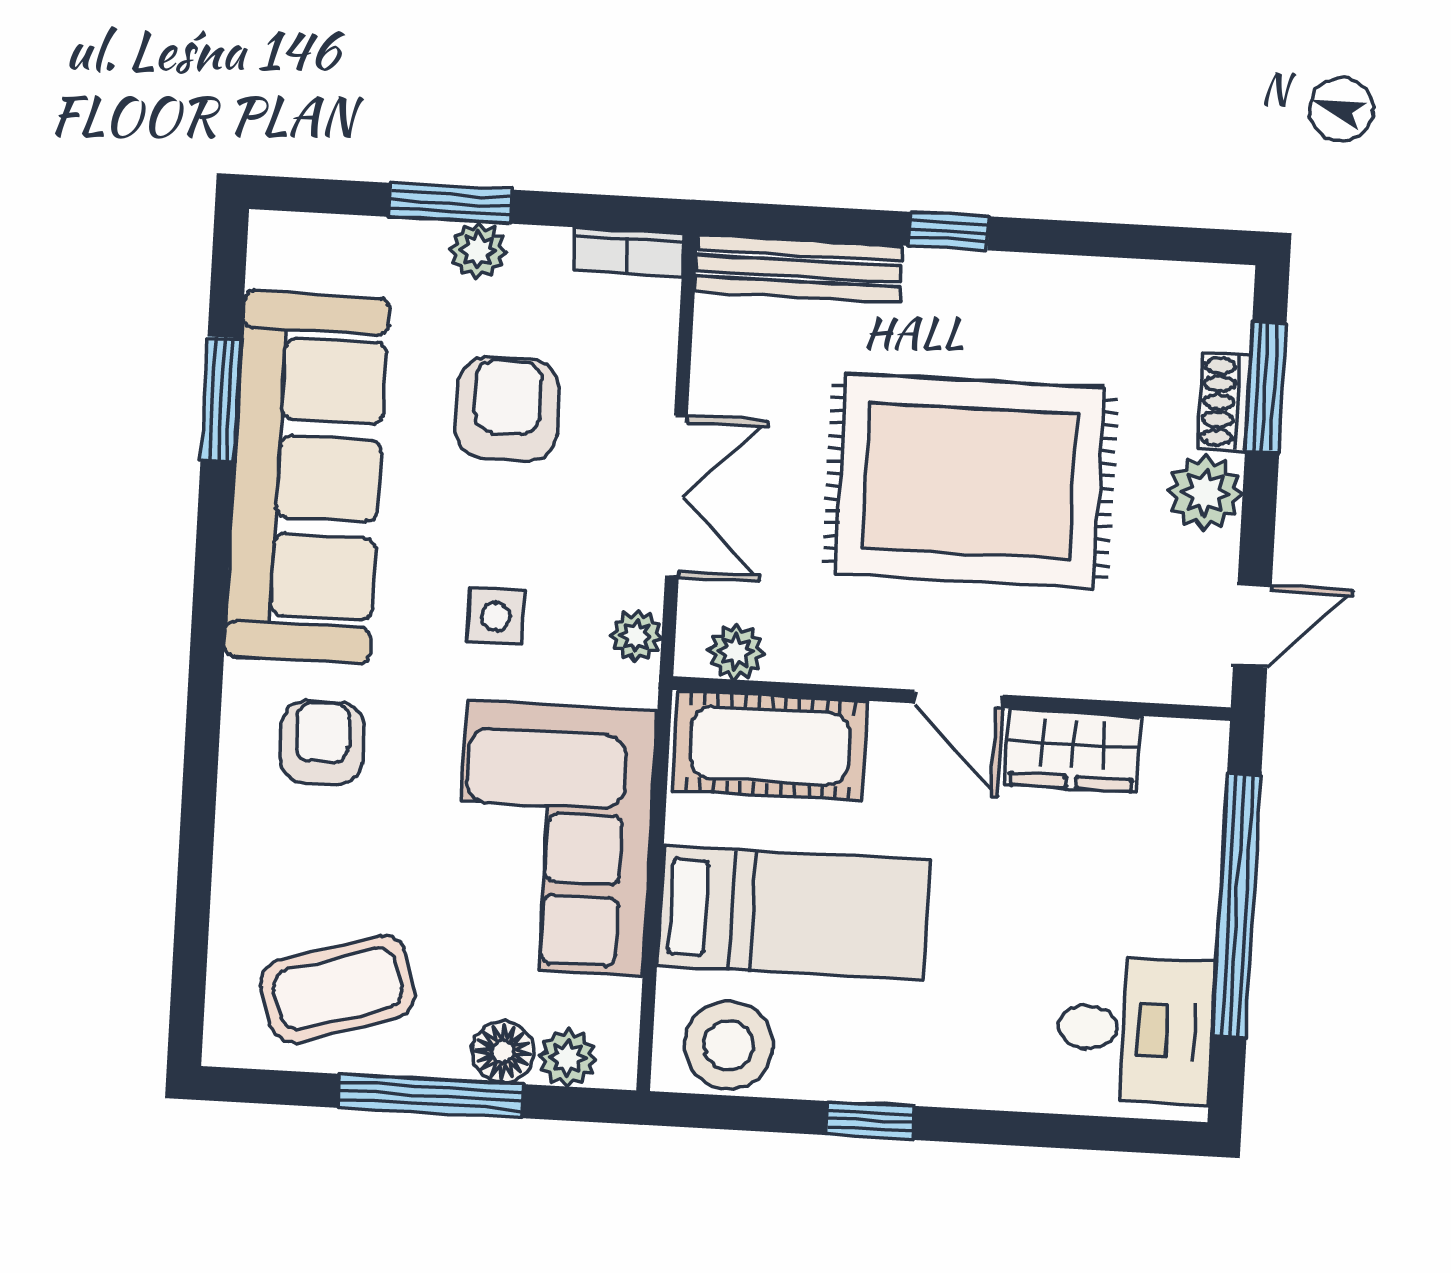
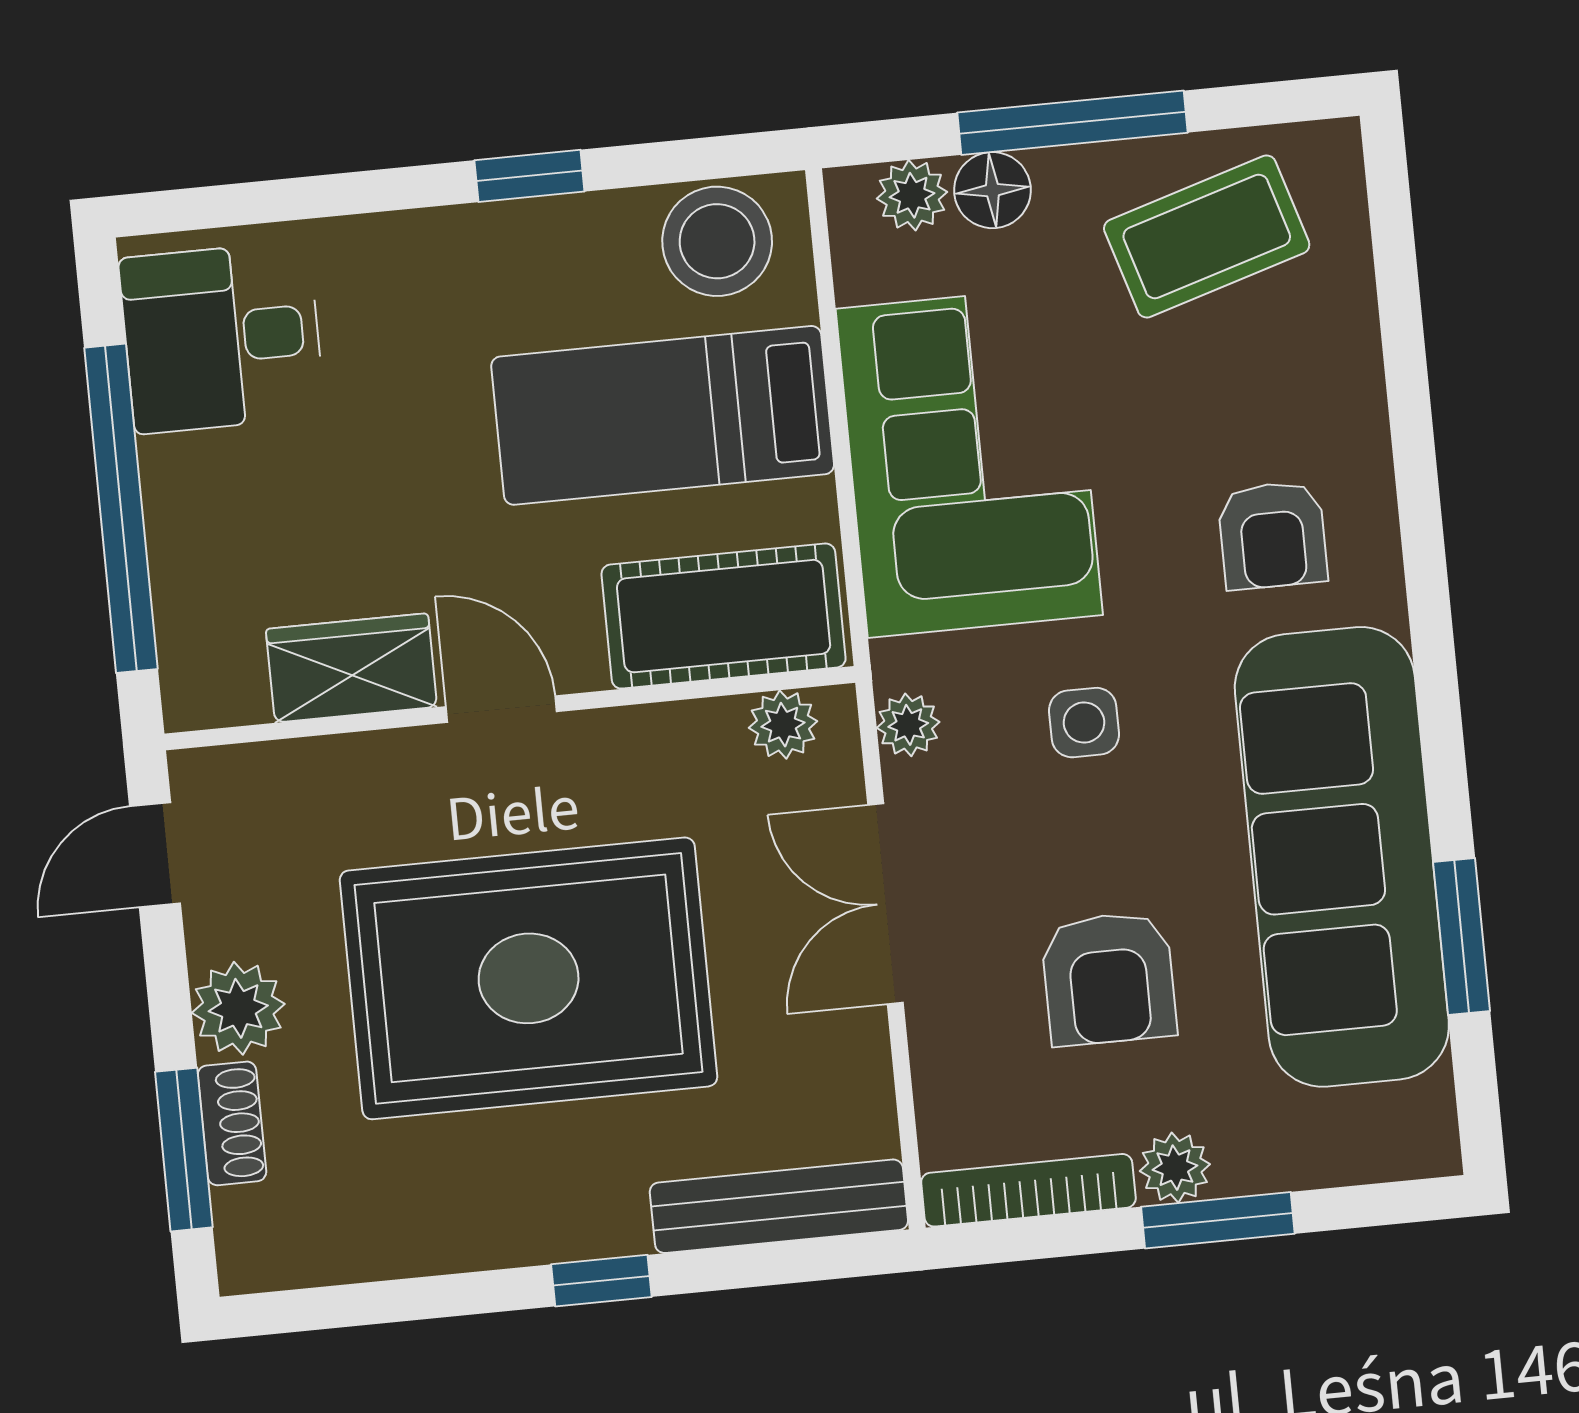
bookcase: (628, 252) -> (1028, 1190), width x1.56

